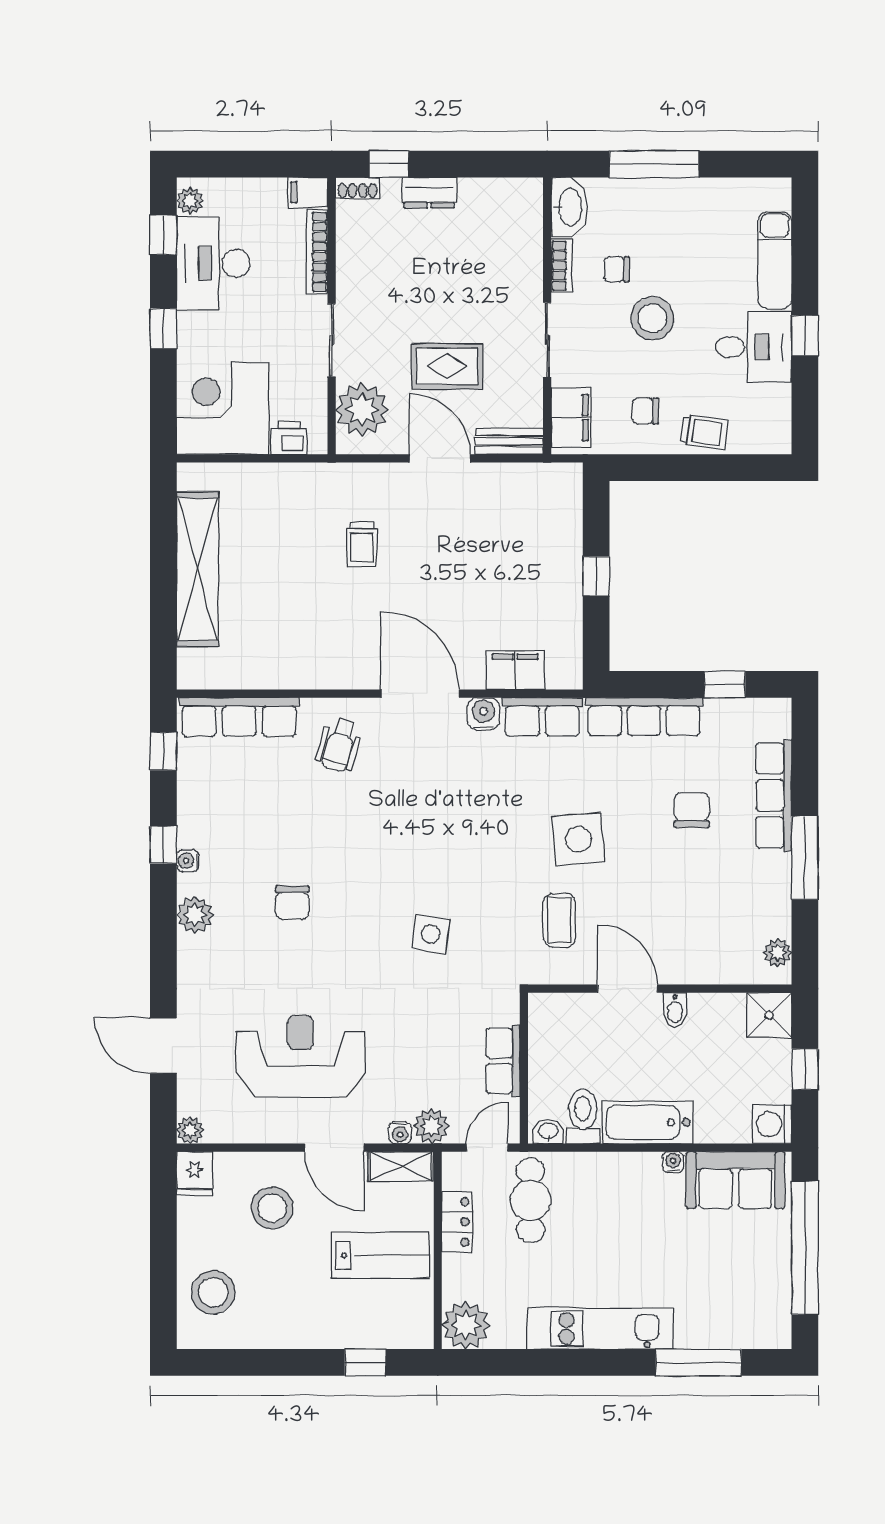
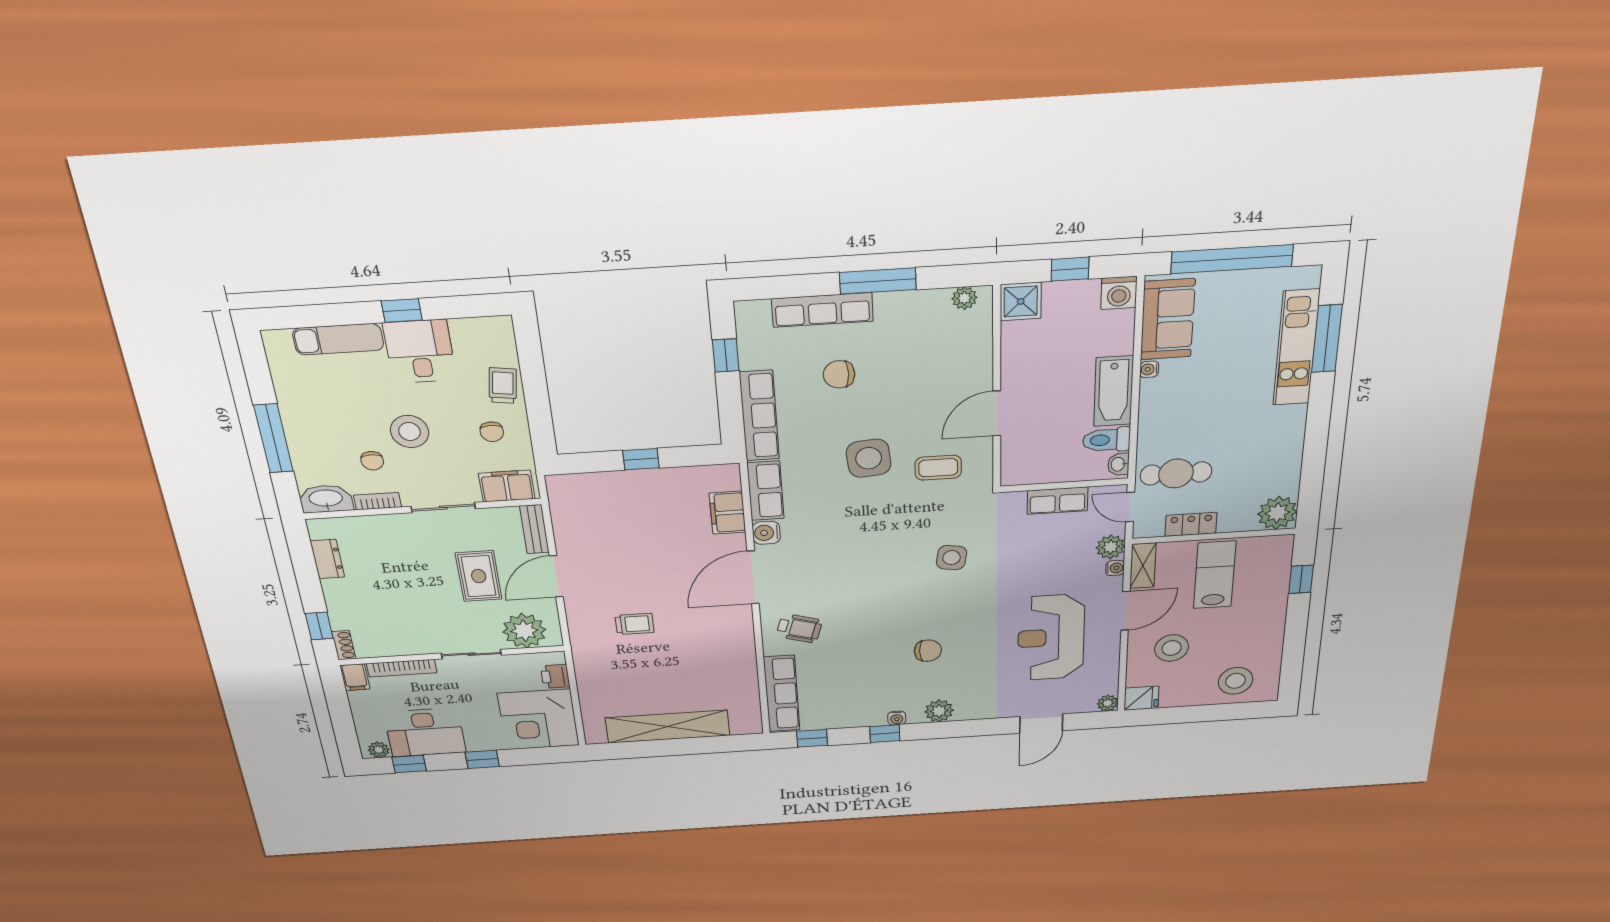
dresser: (429, 193) -> (327, 559), moved
bidet: (675, 1010) -> (1015, 376), removed
kitchen unit: (600, 1329) -> (1296, 348), moved

